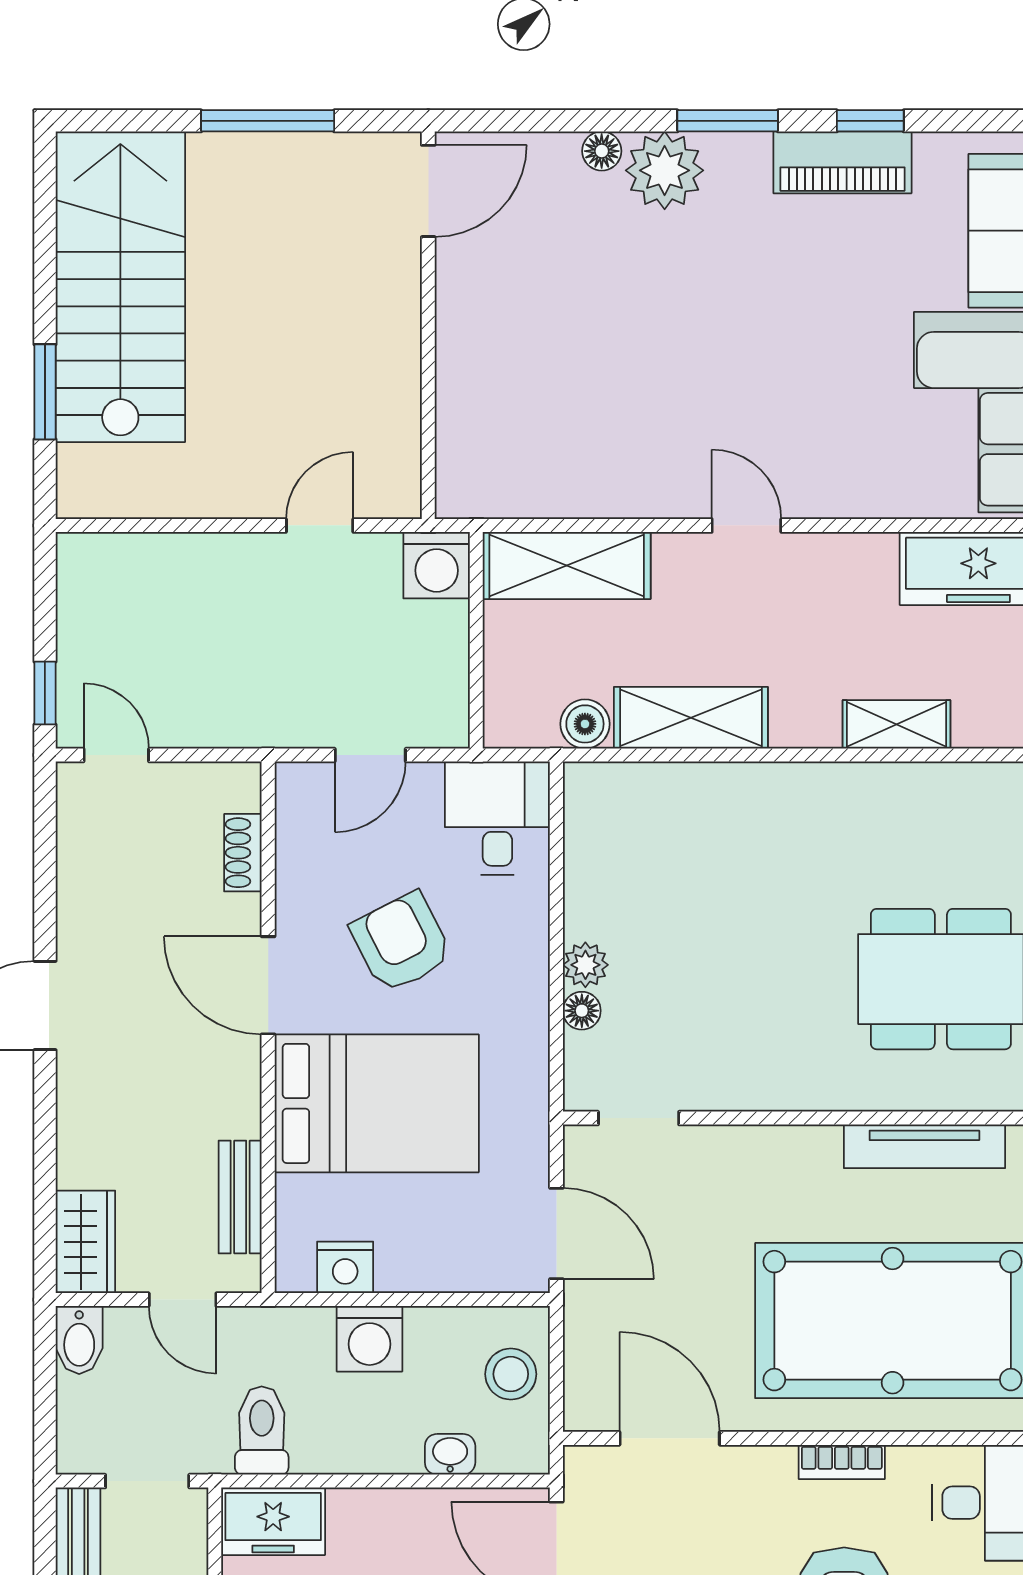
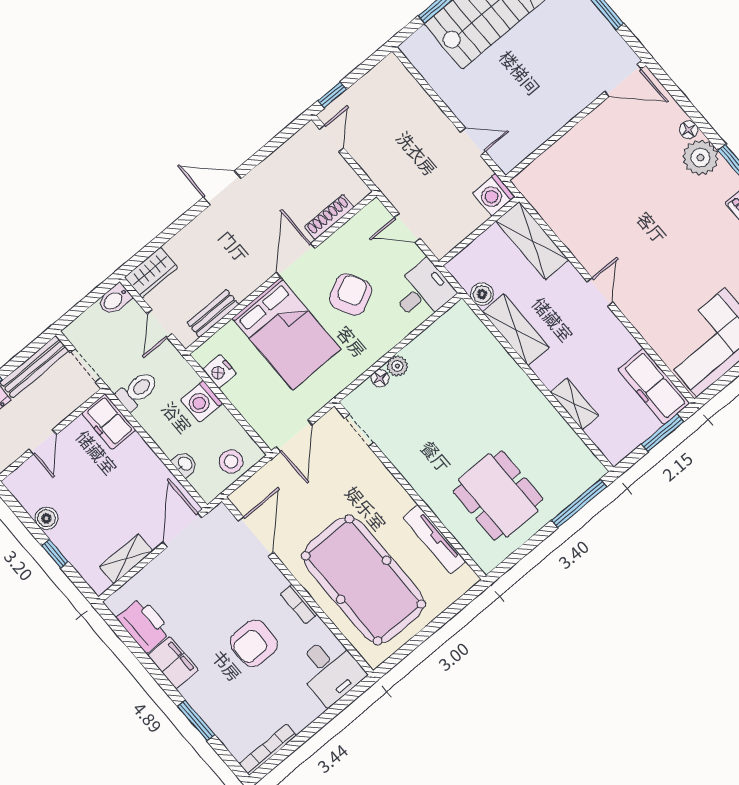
shoe rack: (243, 853) -> (329, 217), width x1.43

